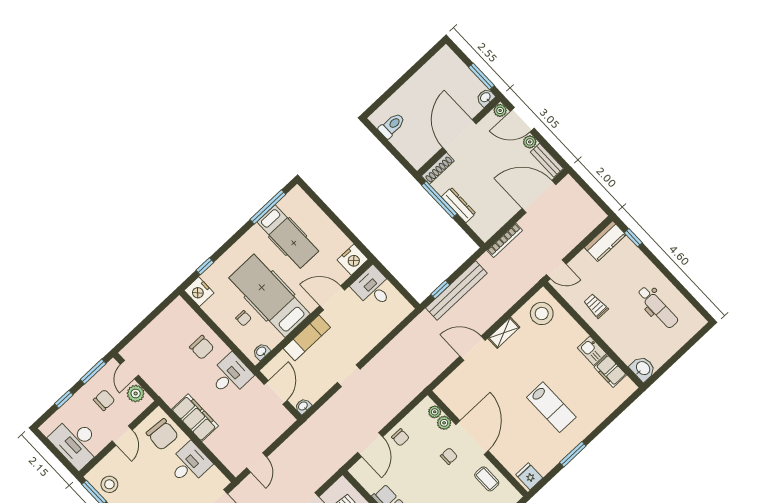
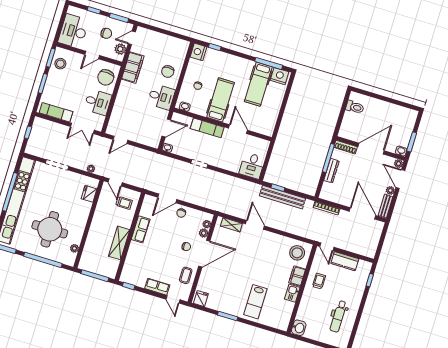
kitchen counter: (605, 241) -> (345, 261), moved
nightstand: (353, 260) -> (280, 76), moved, turned 180
desk: (373, 288) -> (252, 166), moved, turned 180
hospital bed: (270, 296) -> (220, 100), width x0.73, depth x0.78
shelving: (504, 333) -> (231, 225), moved
filing cabinet: (610, 371) -> (297, 276), moved
lab bench: (551, 407) -> (255, 302), moved
filing cabinet: (195, 418) -> (133, 68), moved

